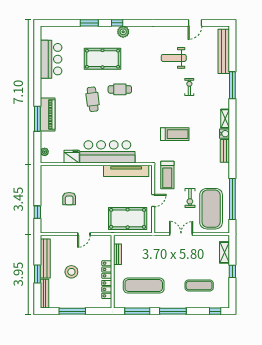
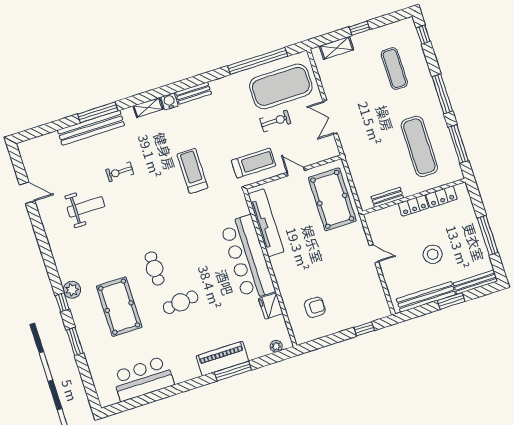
bench: (224, 51) -> (91, 128), moved
weight bench: (174, 58) -> (86, 207), turned -90
armchair: (69, 199) -> (315, 307), moved

